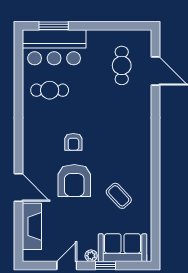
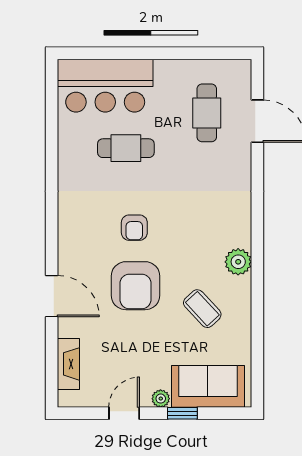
window: (54, 26) -> (105, 53), removed
cafe table: (50, 90) -> (126, 148), moved
plant: (143, 165) -> (238, 262), added
fireplace: (32, 226) -> (68, 364), width x0.73, depth x0.76

